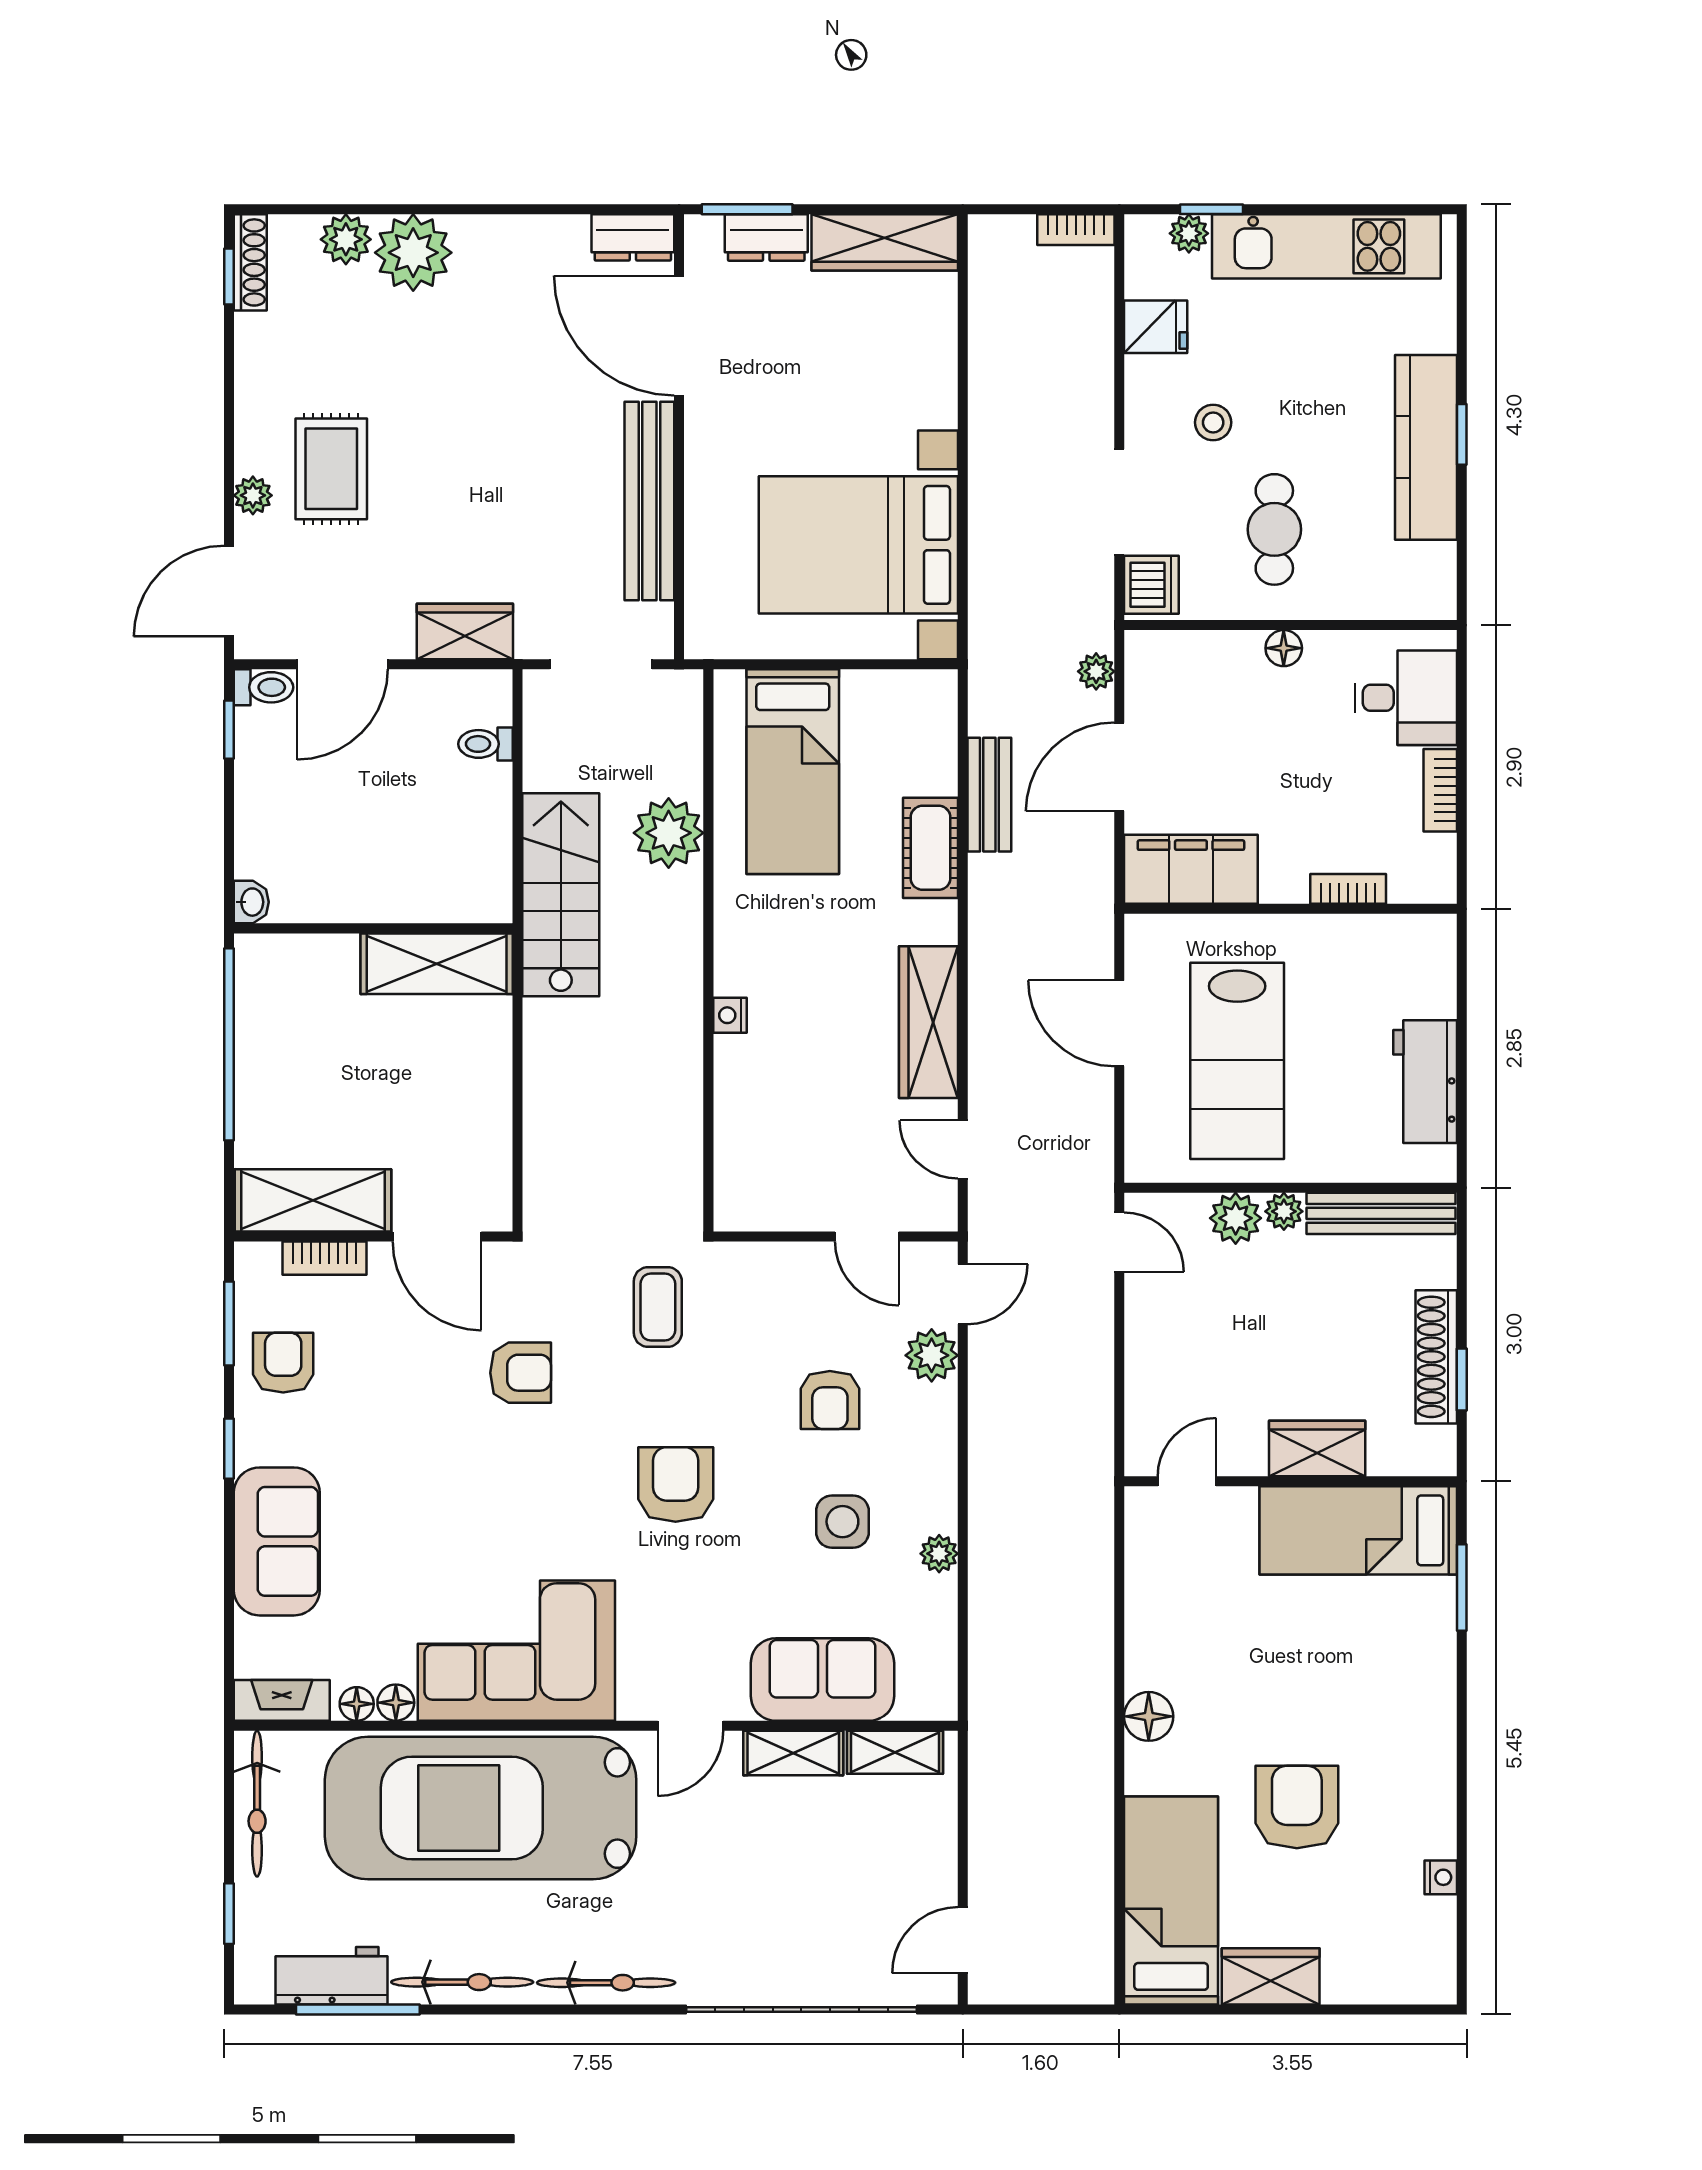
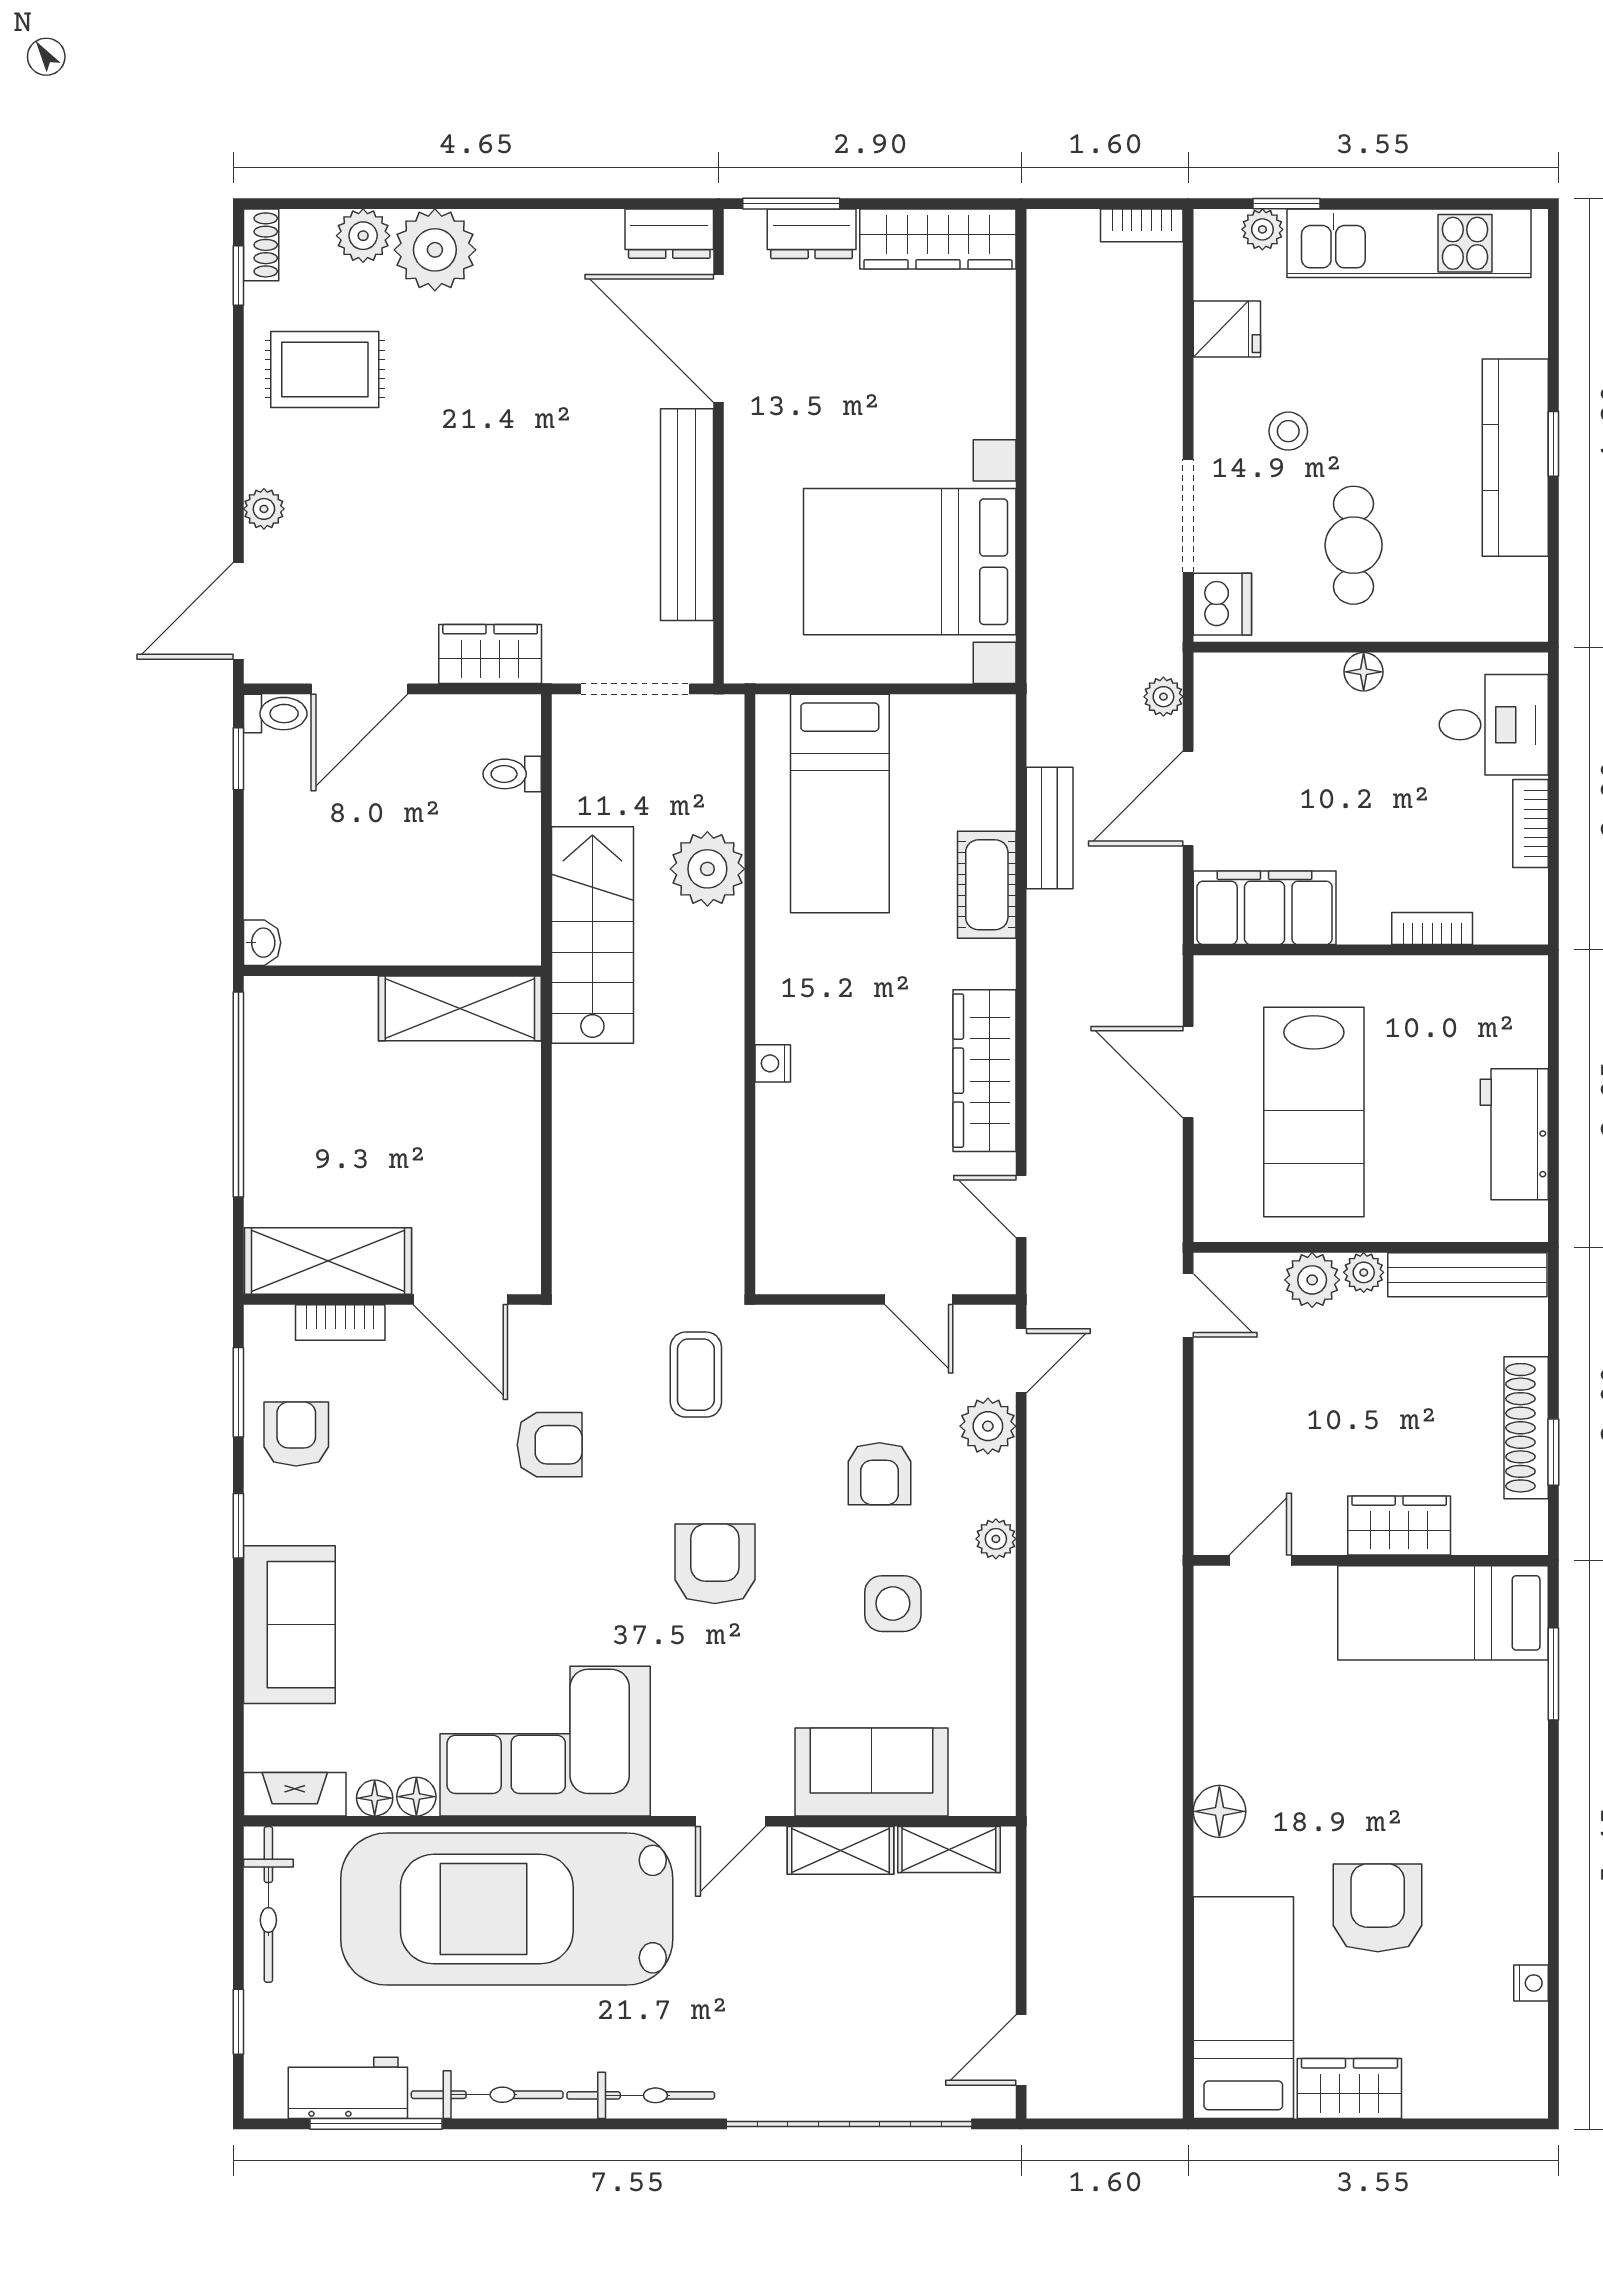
shoe rack: (250, 262) -> (261, 245), width x0.70
rug: (331, 469) -> (325, 369), moved, turned 90
plant: (939, 1554) -> (996, 1539), moved

